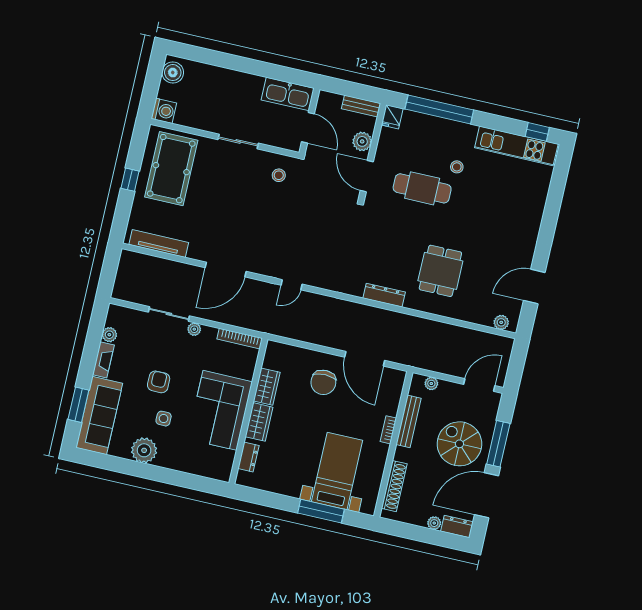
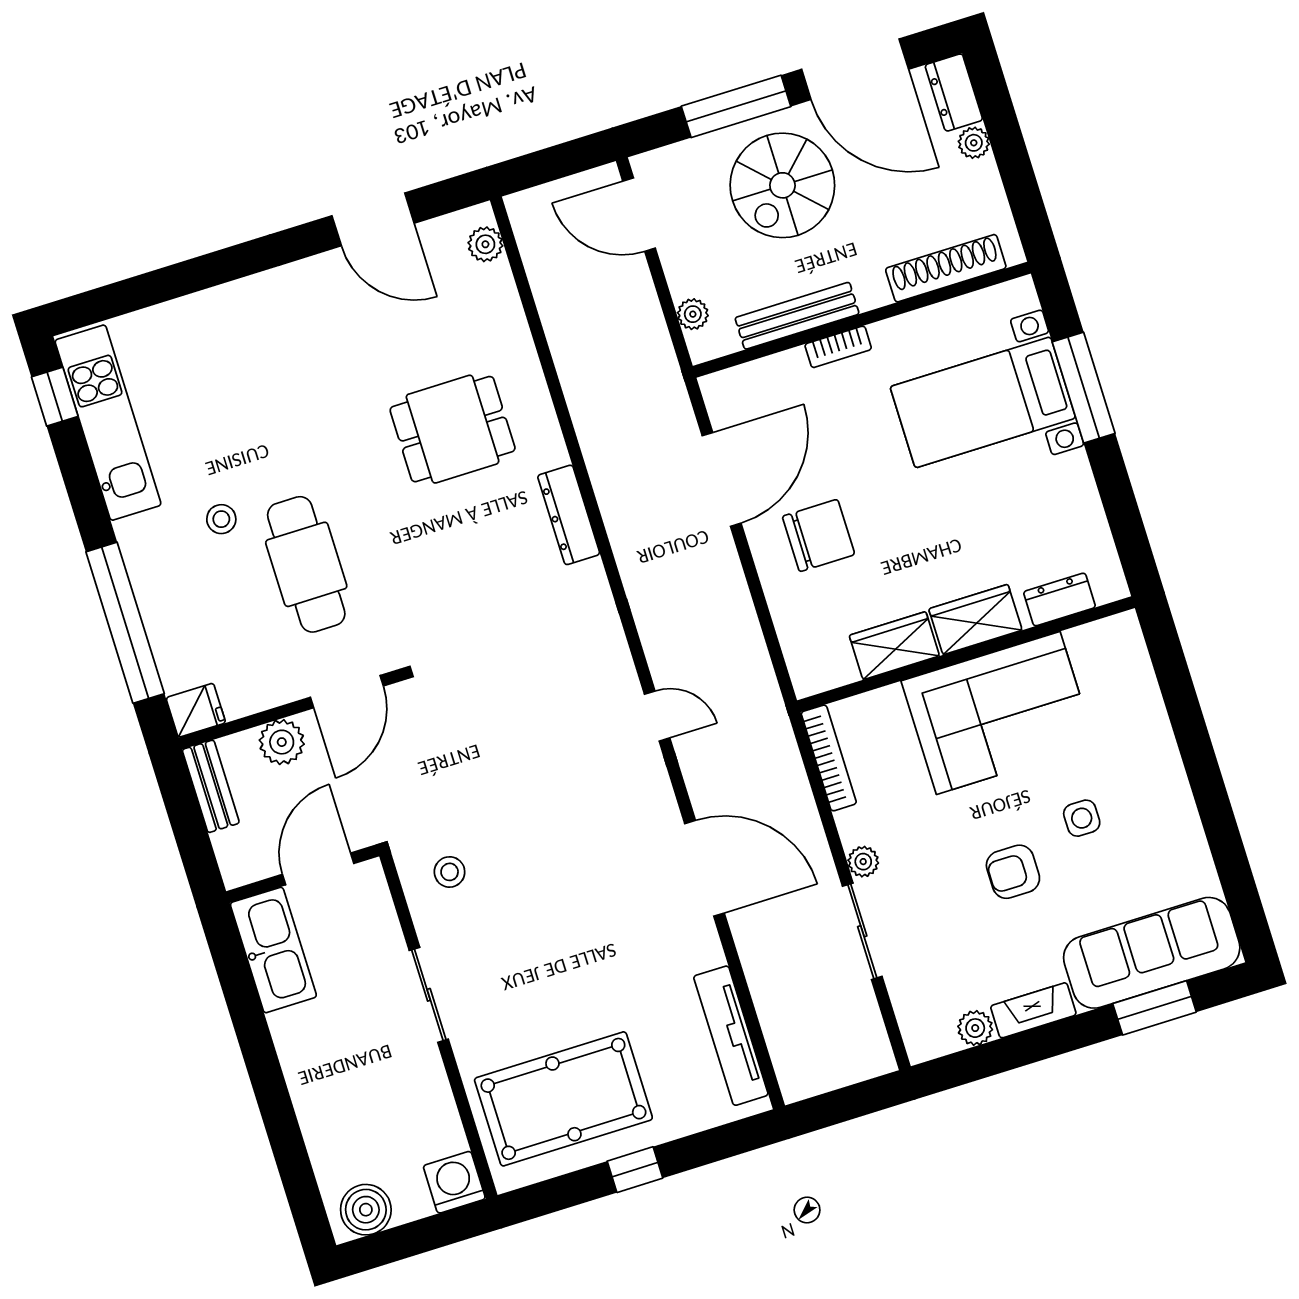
plant: (144, 450) -> (1170, 820), removed

